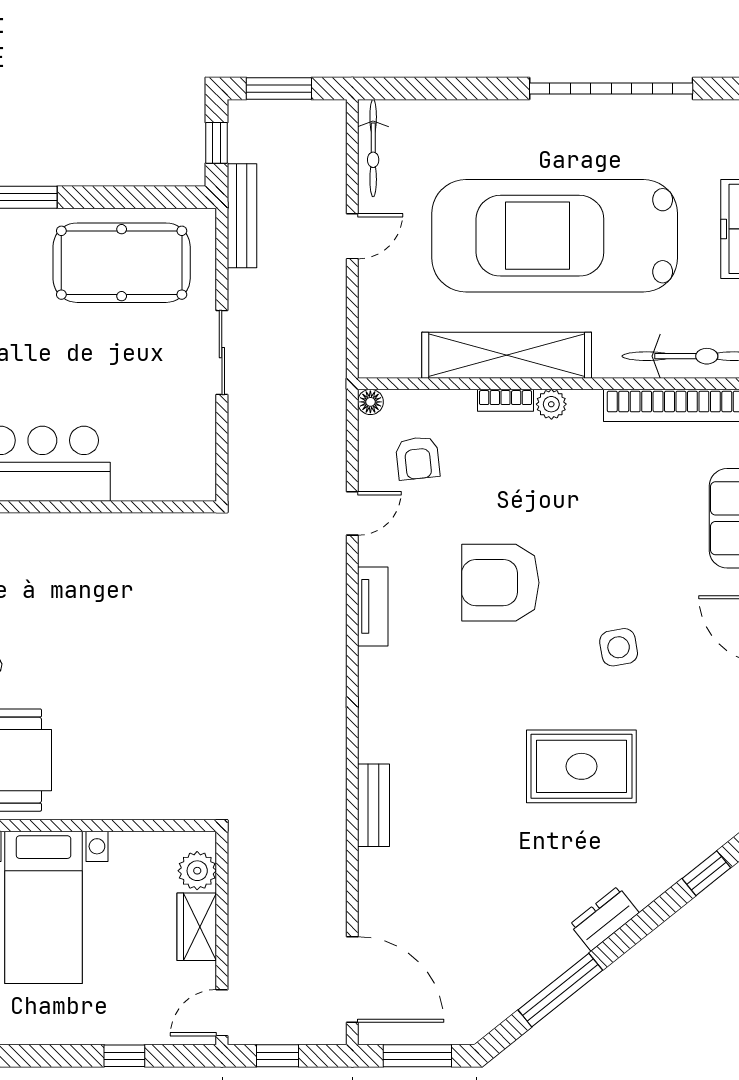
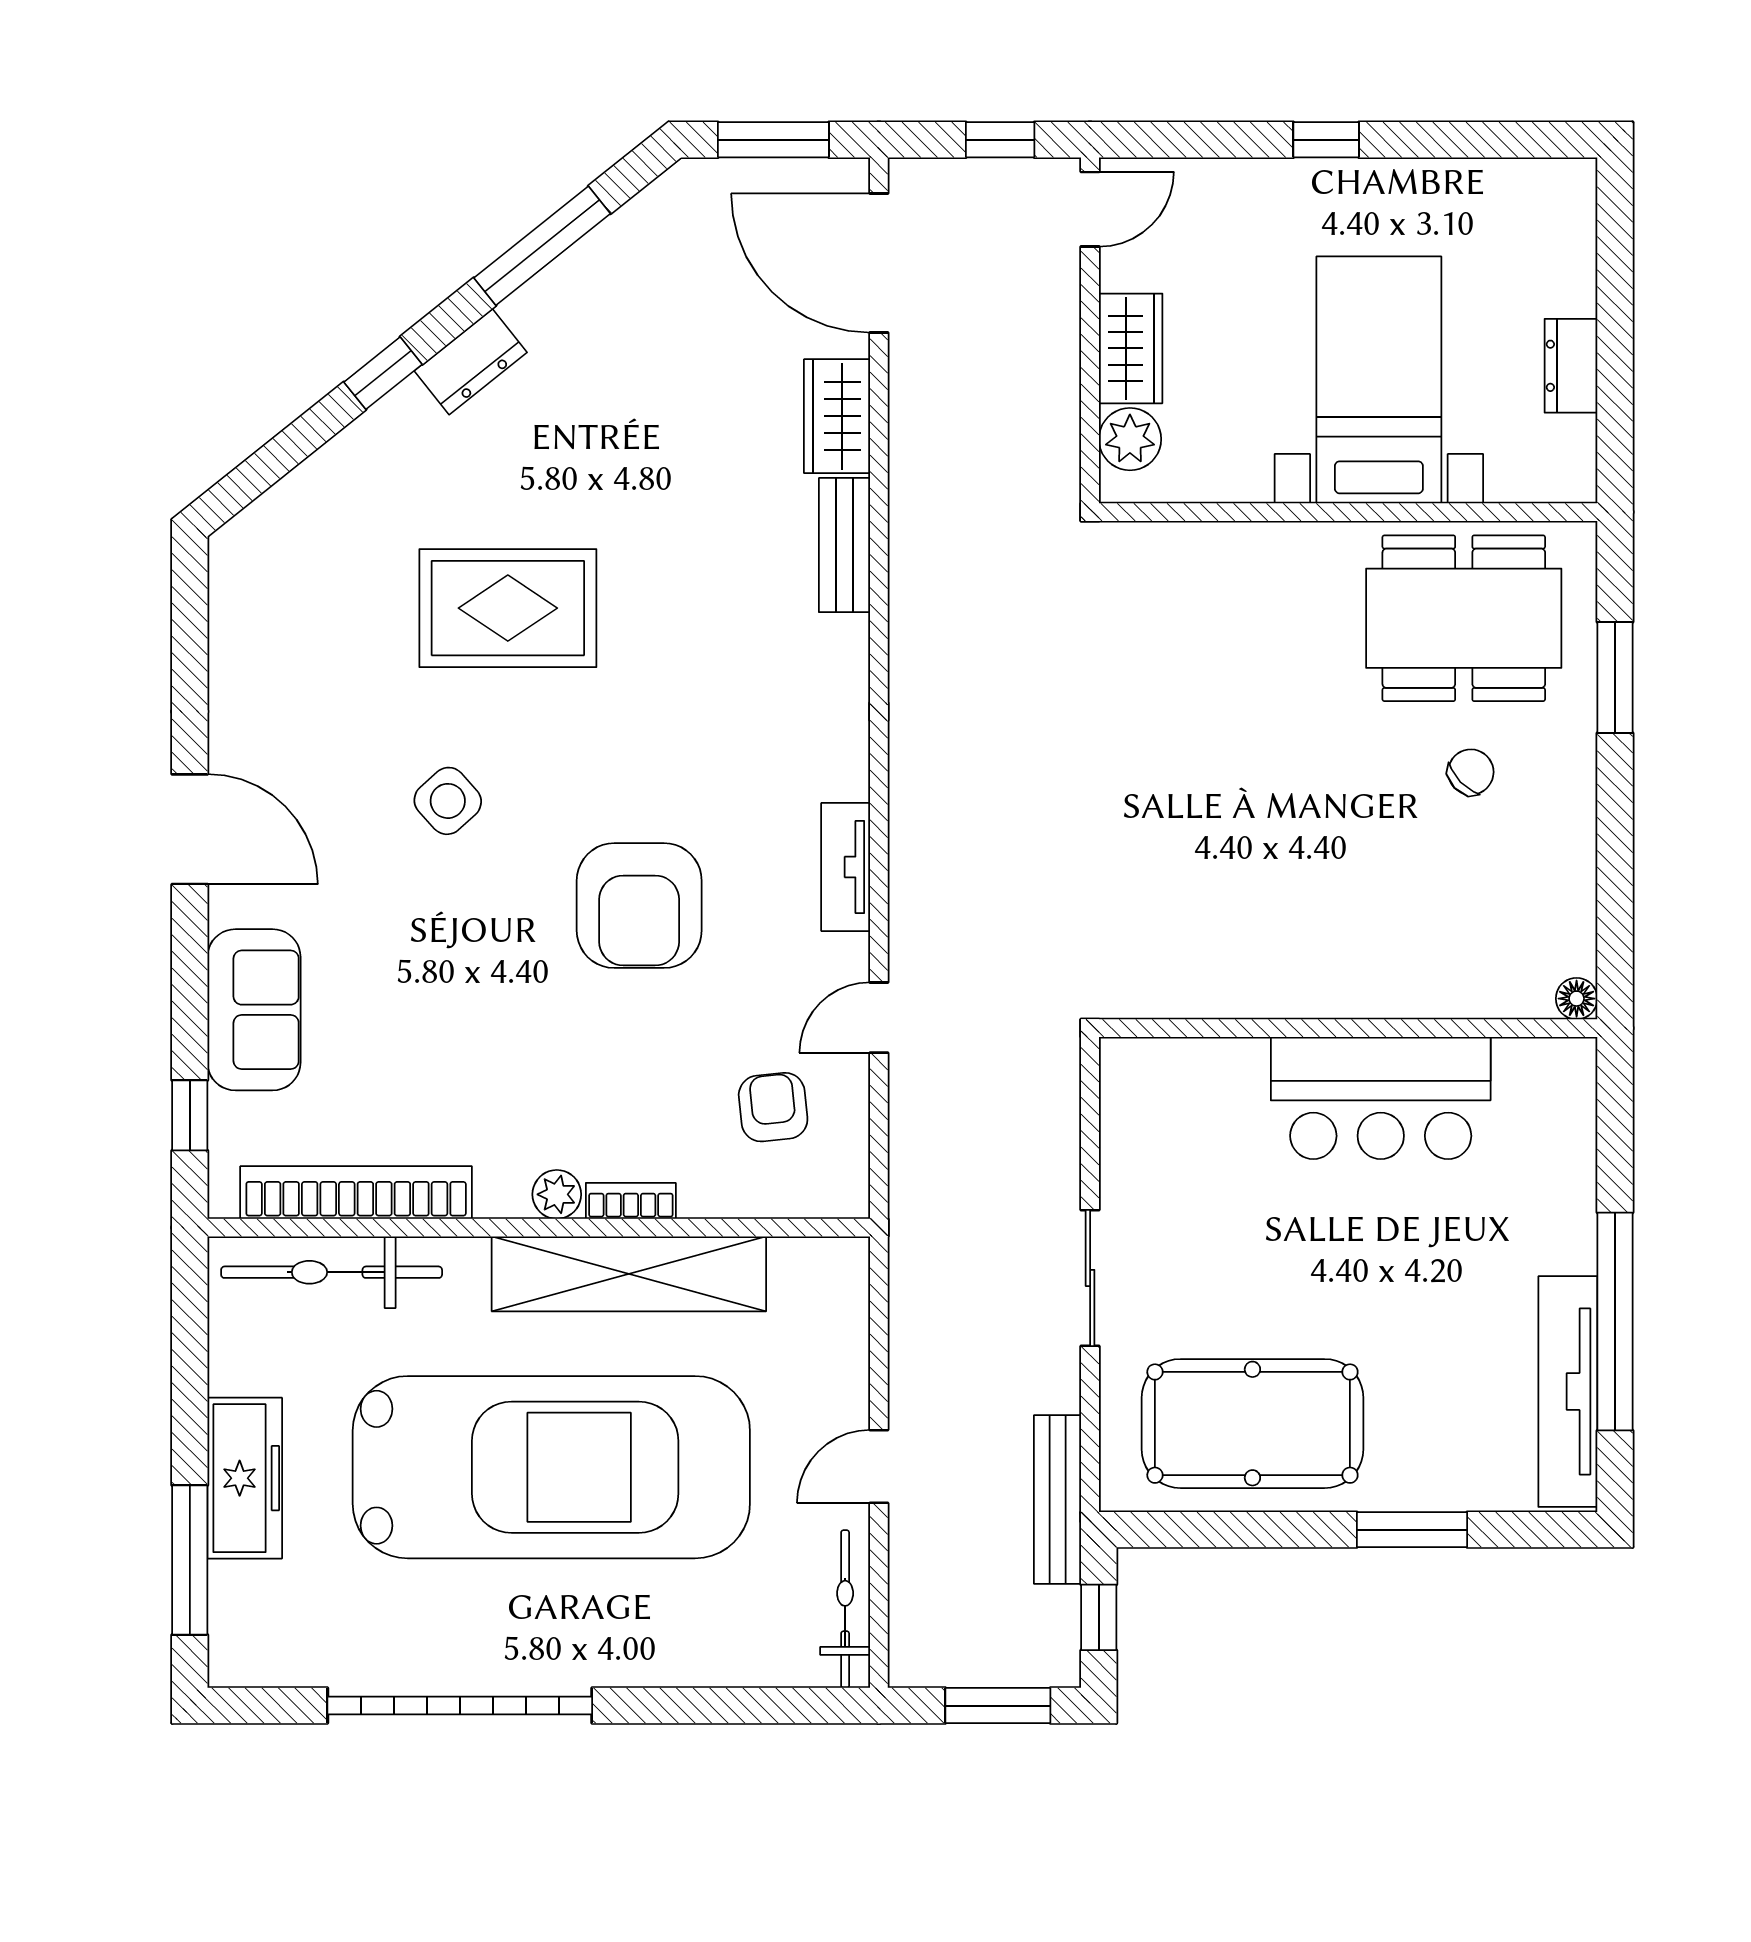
floor lamp: (370, 402) -> (849, 1198), removed
armchair: (500, 583) -> (639, 906), turned 90
side table: (619, 647) -> (448, 801), turned -32
window: (706, 873) -> (383, 373), moved
wardrobe: (378, 885) -> (837, 416), added
window: (124, 1056) -> (1326, 140), moved

